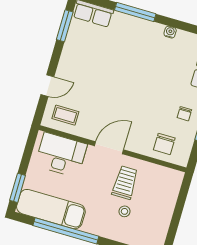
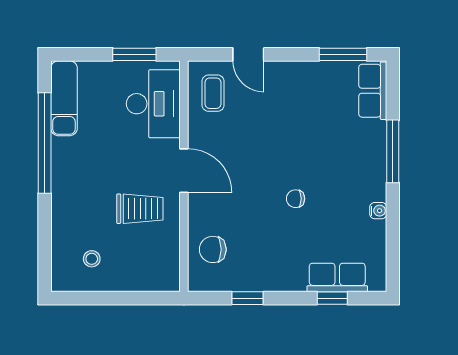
chair: (184, 114) -> (296, 199), moved
window: (18, 188) -> (134, 54), moved
exam couch: (51, 209) -> (64, 98), width x0.73, depth x0.69
stool: (124, 211) -> (92, 259), moved

